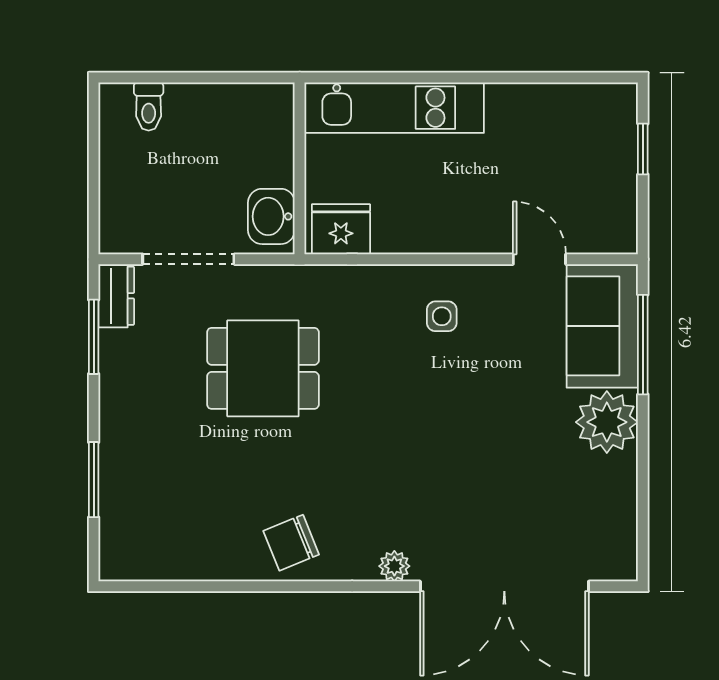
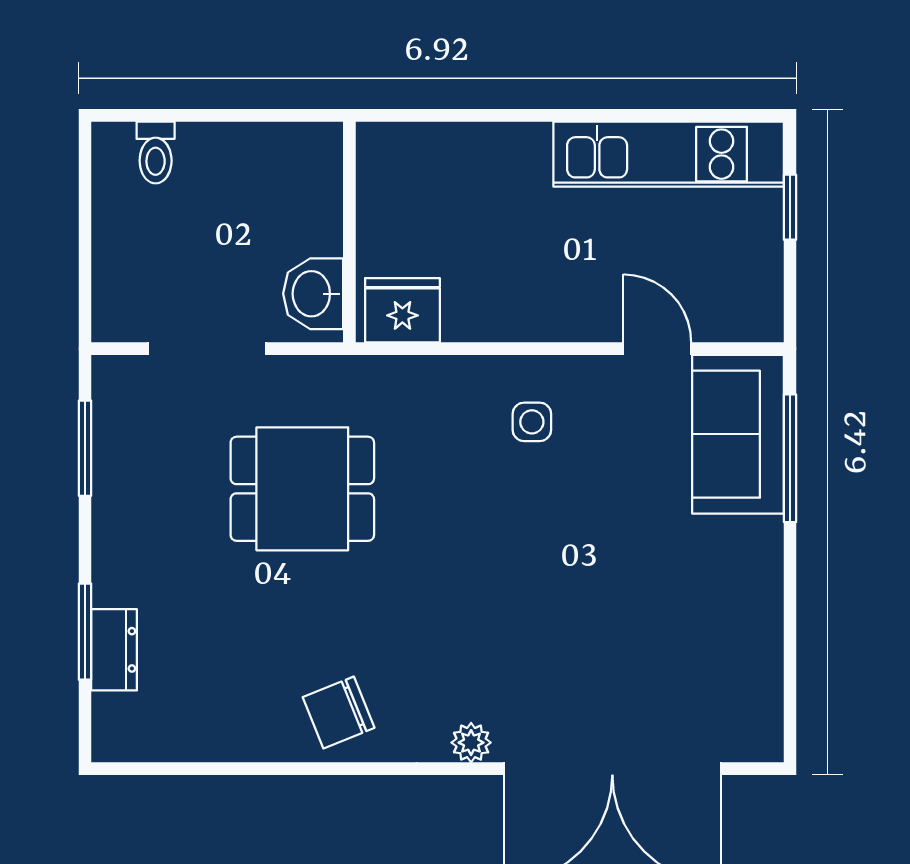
kitchen unit: (394, 108) -> (669, 154), moved
dresser: (116, 296) -> (114, 650), moved
plant: (607, 422) -> (744, 558), removed

